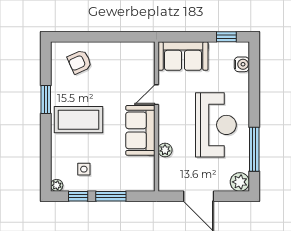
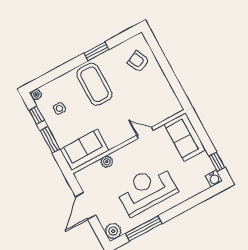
water cooler: (242, 64) -> (214, 178), moved
reception desk: (216, 125) -> (146, 190), turned 180
sofa: (140, 130) -> (84, 150), moved

